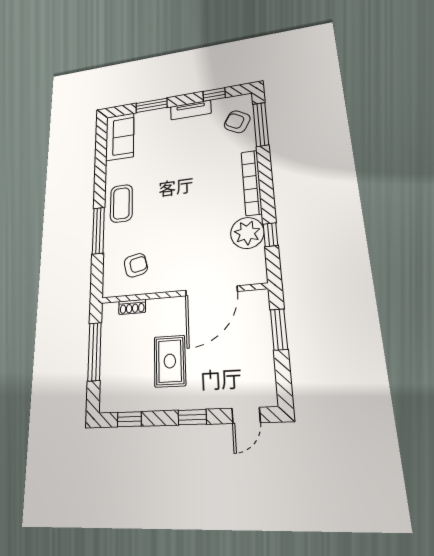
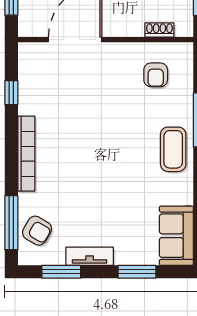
window: (214, 94) -> (61, 272), width x1.50
plant: (247, 233) -> (35, 97), removed
armchair: (136, 265) -> (156, 75), turned -77

